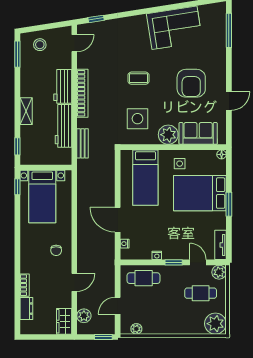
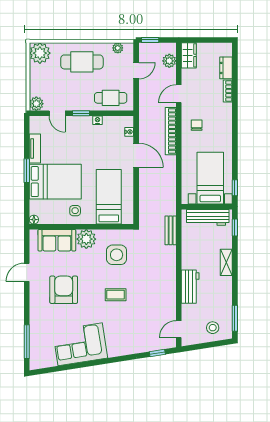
bookcase: (82, 93) -> (171, 131), moved
workbench: (63, 126) -> (208, 217), moved, turned 90
tv unit: (220, 245) -> (35, 149), moved
cafe table: (201, 293) -> (82, 62), moved, width x1.37, depth x1.35

